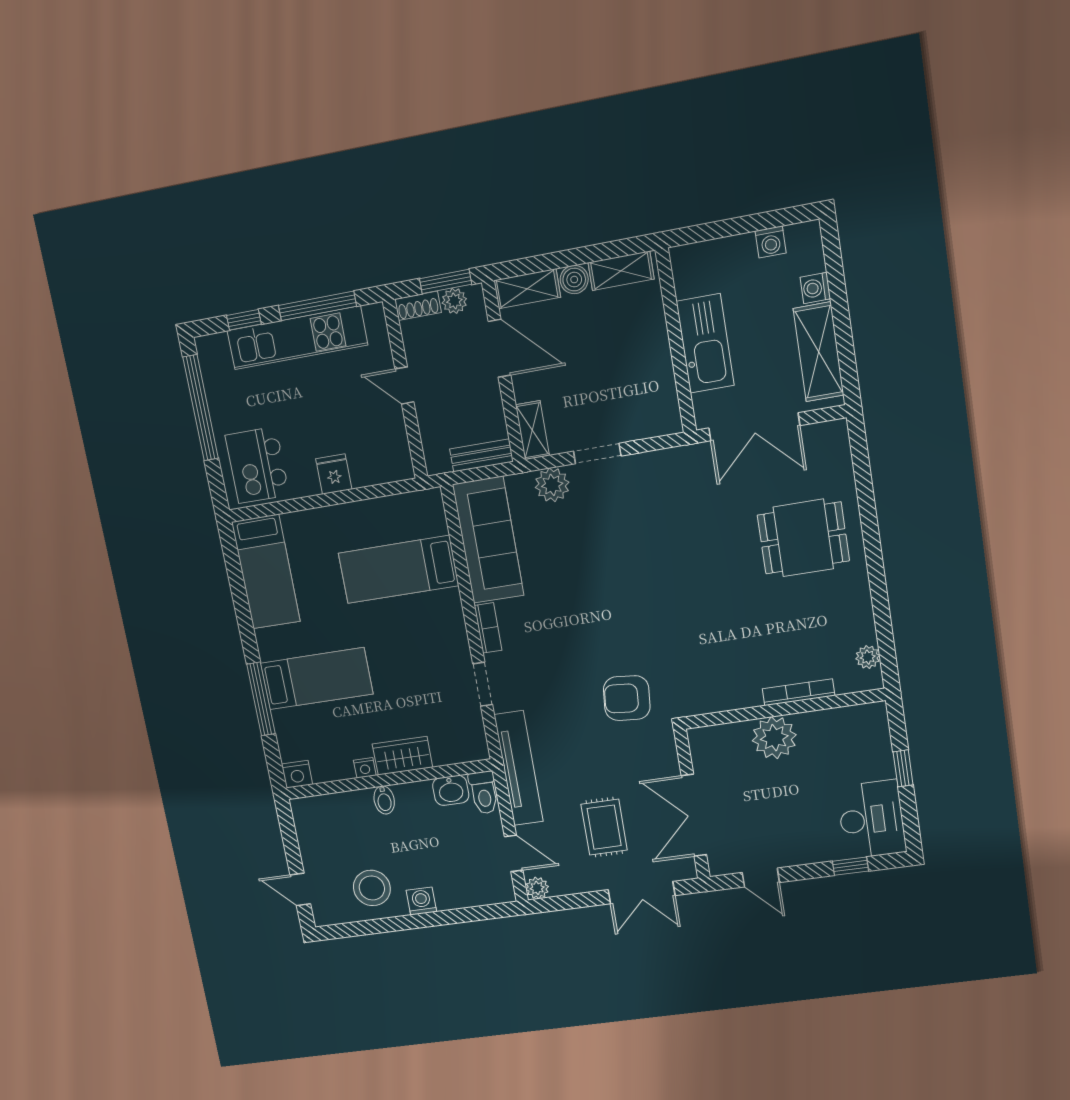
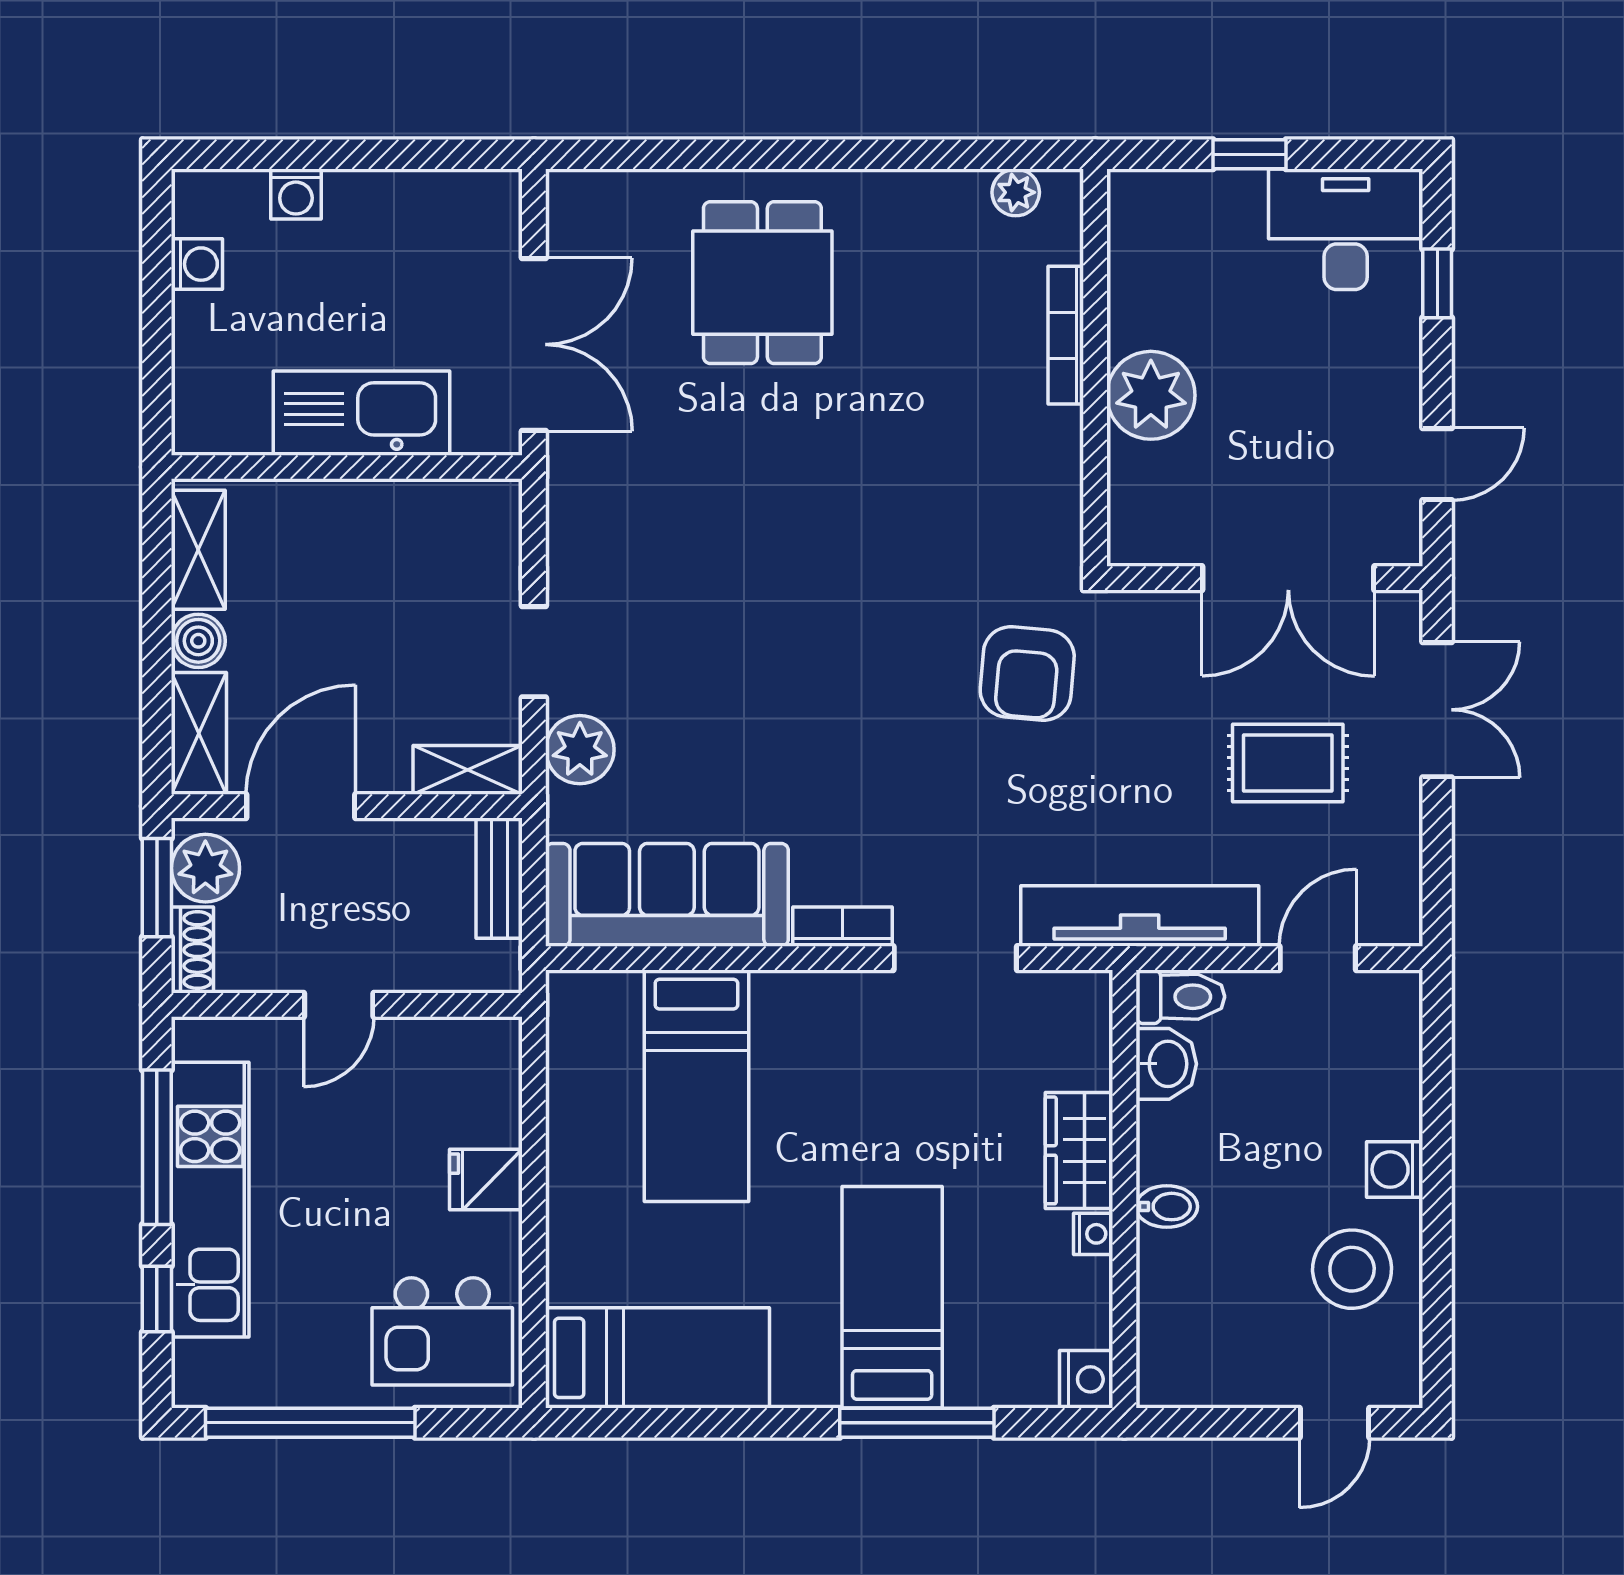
plant: (454, 301) -> (205, 868), width x1.38, depth x1.38
shelving: (819, 352) -> (414, 204), removed
doorway: (483, 684) -> (955, 958), width x1.38
plant: (537, 888) -> (1398, 922), removed

